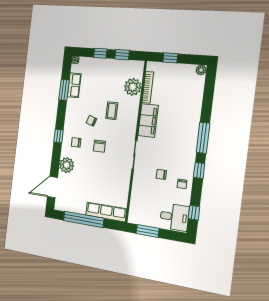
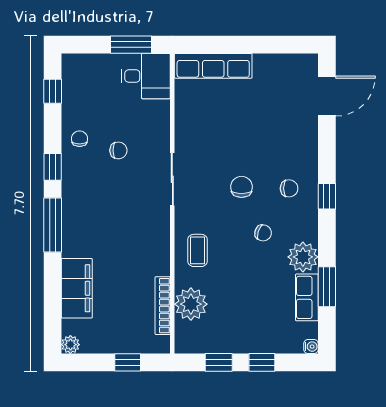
coffee table: (112, 111) -> (198, 250), moved
filing cabinet: (148, 121) -> (77, 288), moved, turned 180
plant: (67, 165) -> (303, 257), moved
desk: (174, 217) -> (146, 76), moved, turned 180
window: (83, 219) -> (256, 45), removed

